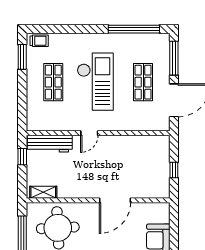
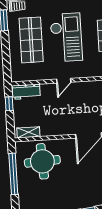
shop shelf: (53, 82) -> (31, 40), width x1.43, depth x1.36
workbench: (50, 144) -> (26, 92), width x0.73

